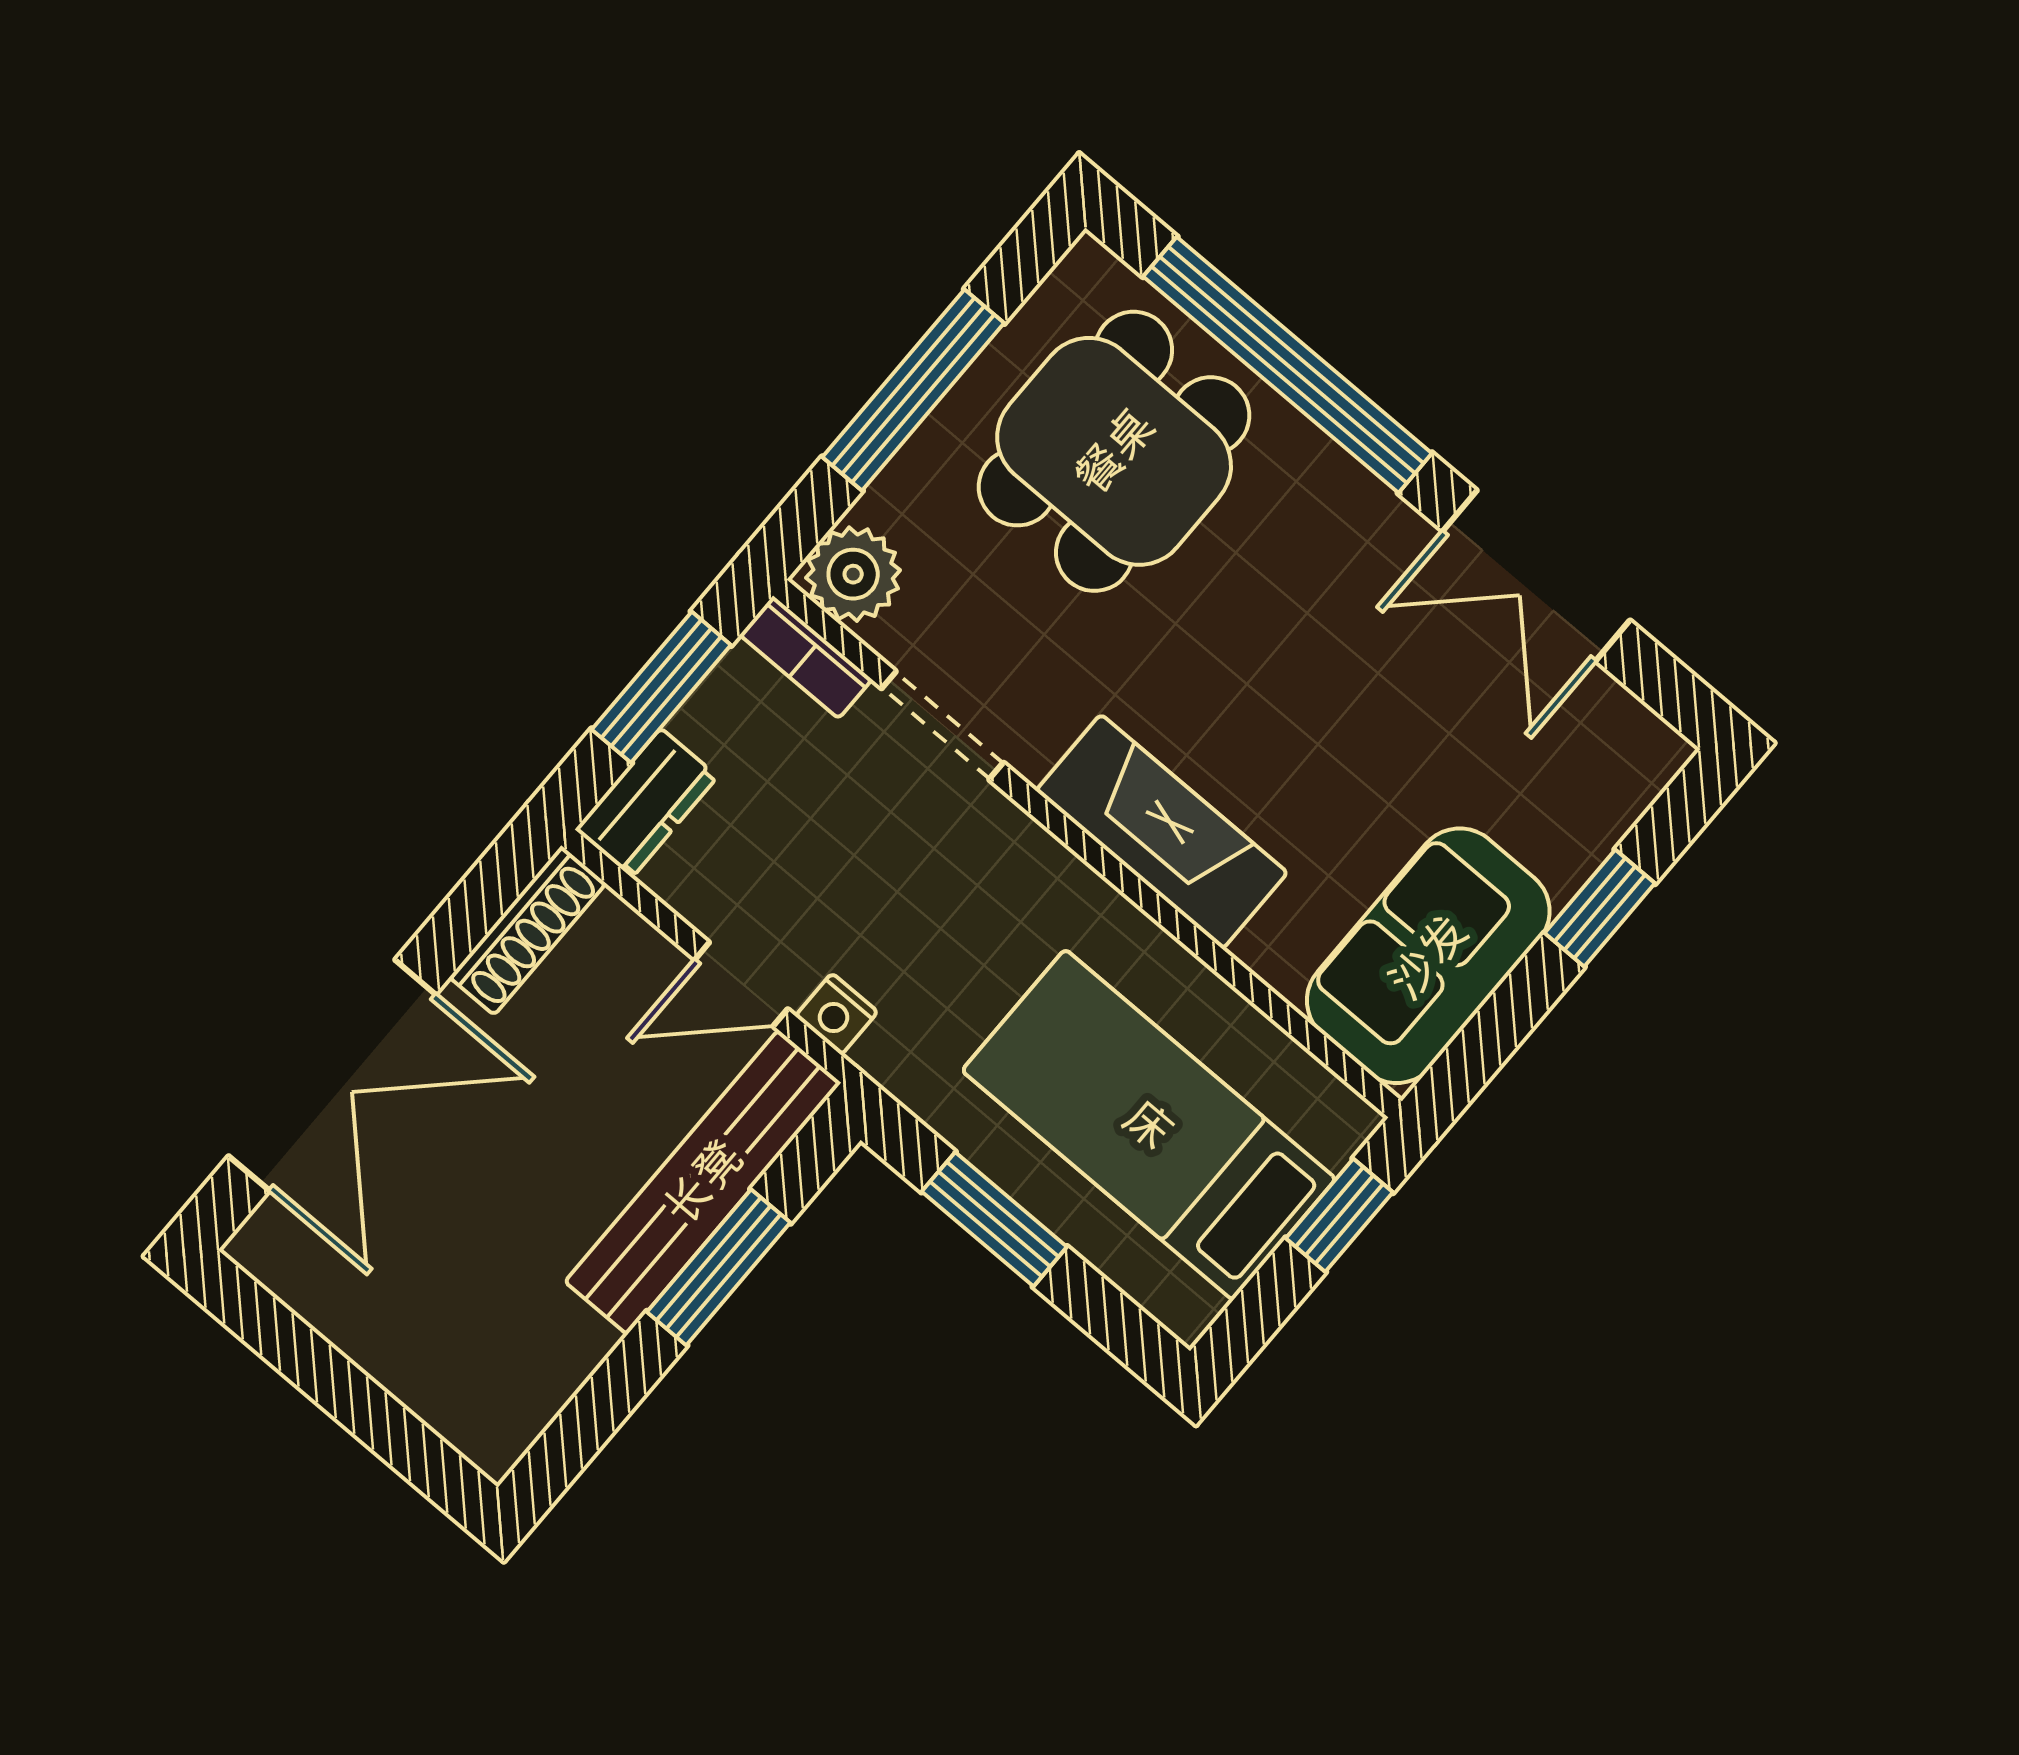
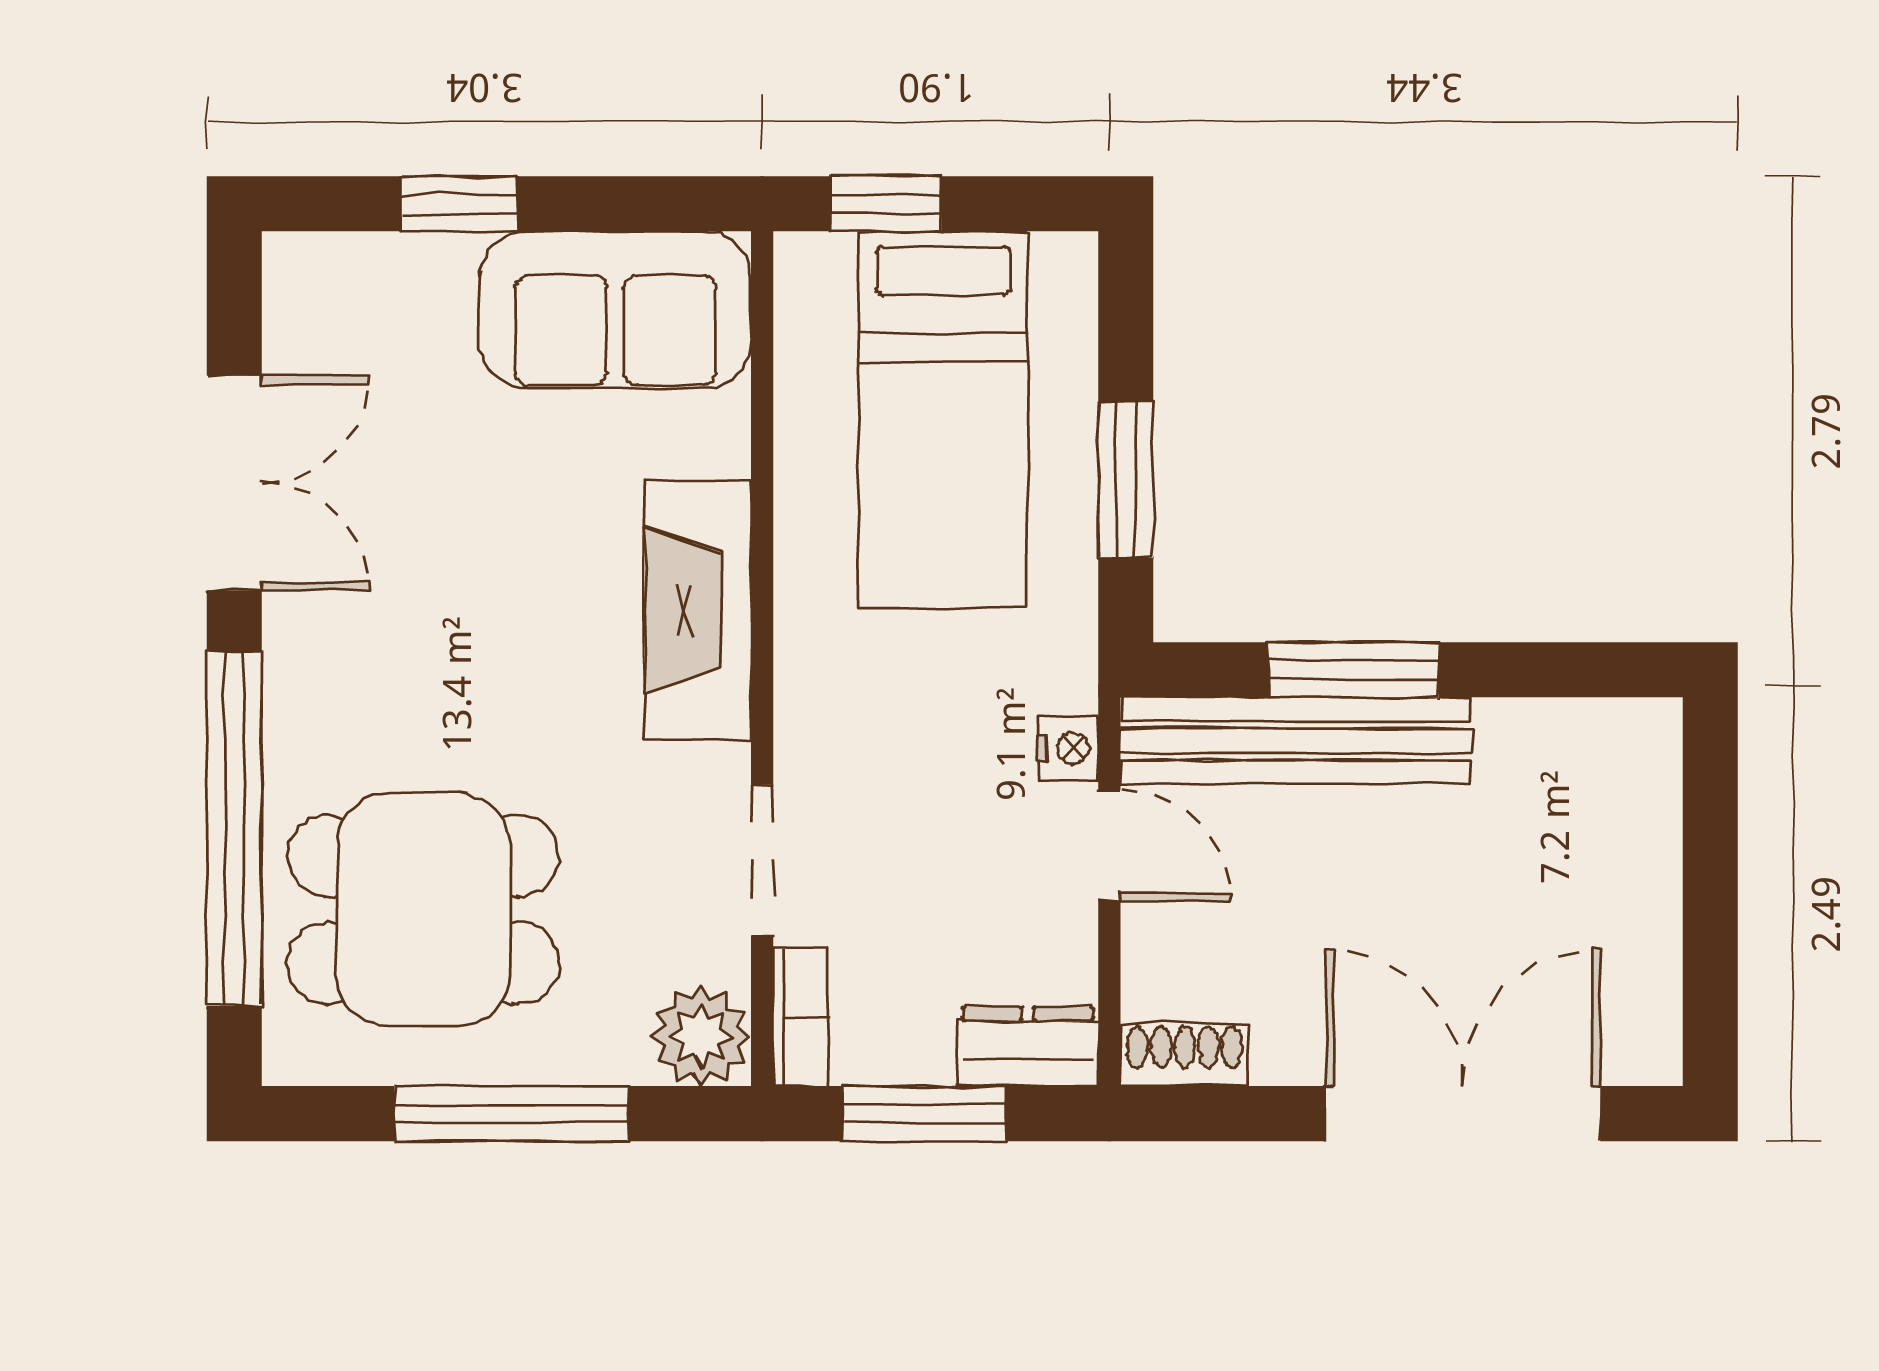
shoe rack: (528, 930) -> (1185, 1055), width x0.70

